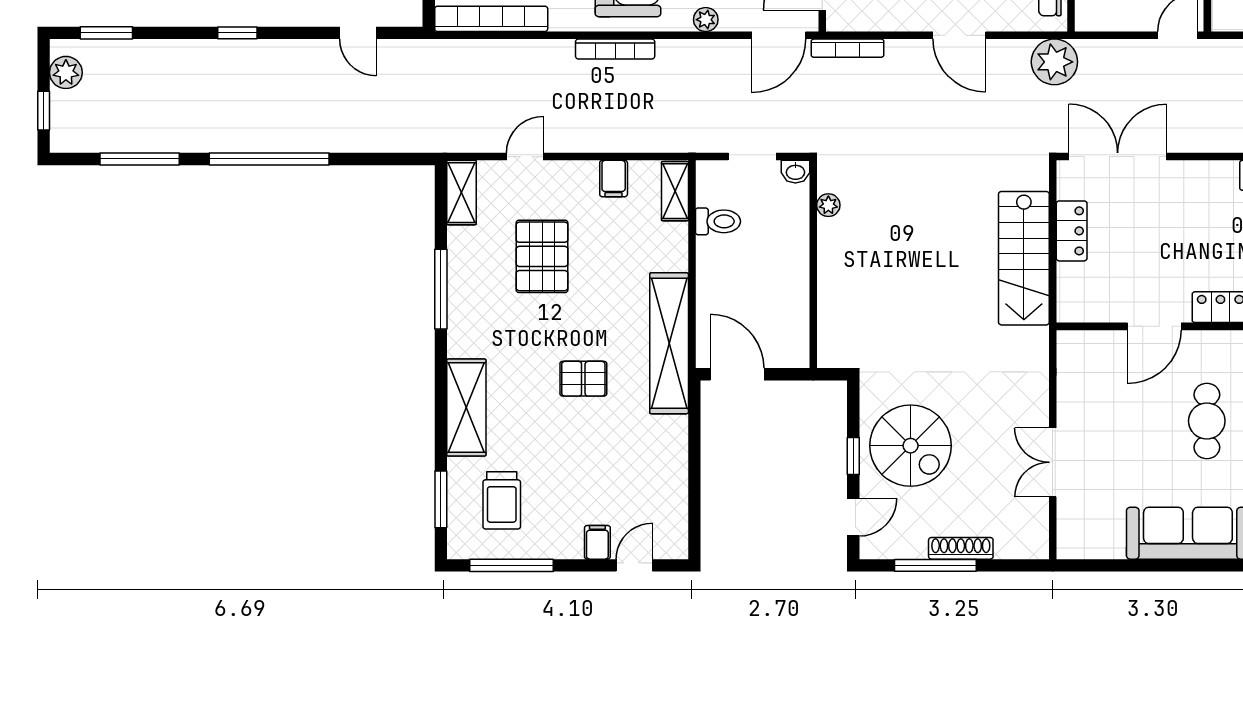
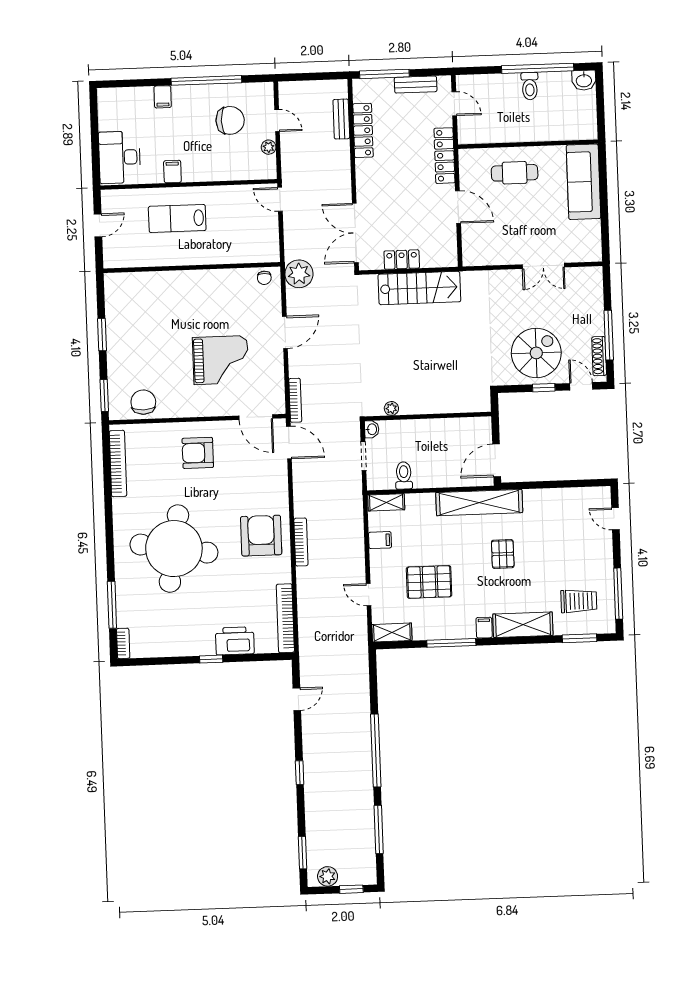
plant: (706, 20) -> (281, 487), removed
filing cabinet: (597, 542) -> (484, 628), moved, turned 90
shoe rack: (961, 548) -> (599, 356), moved

